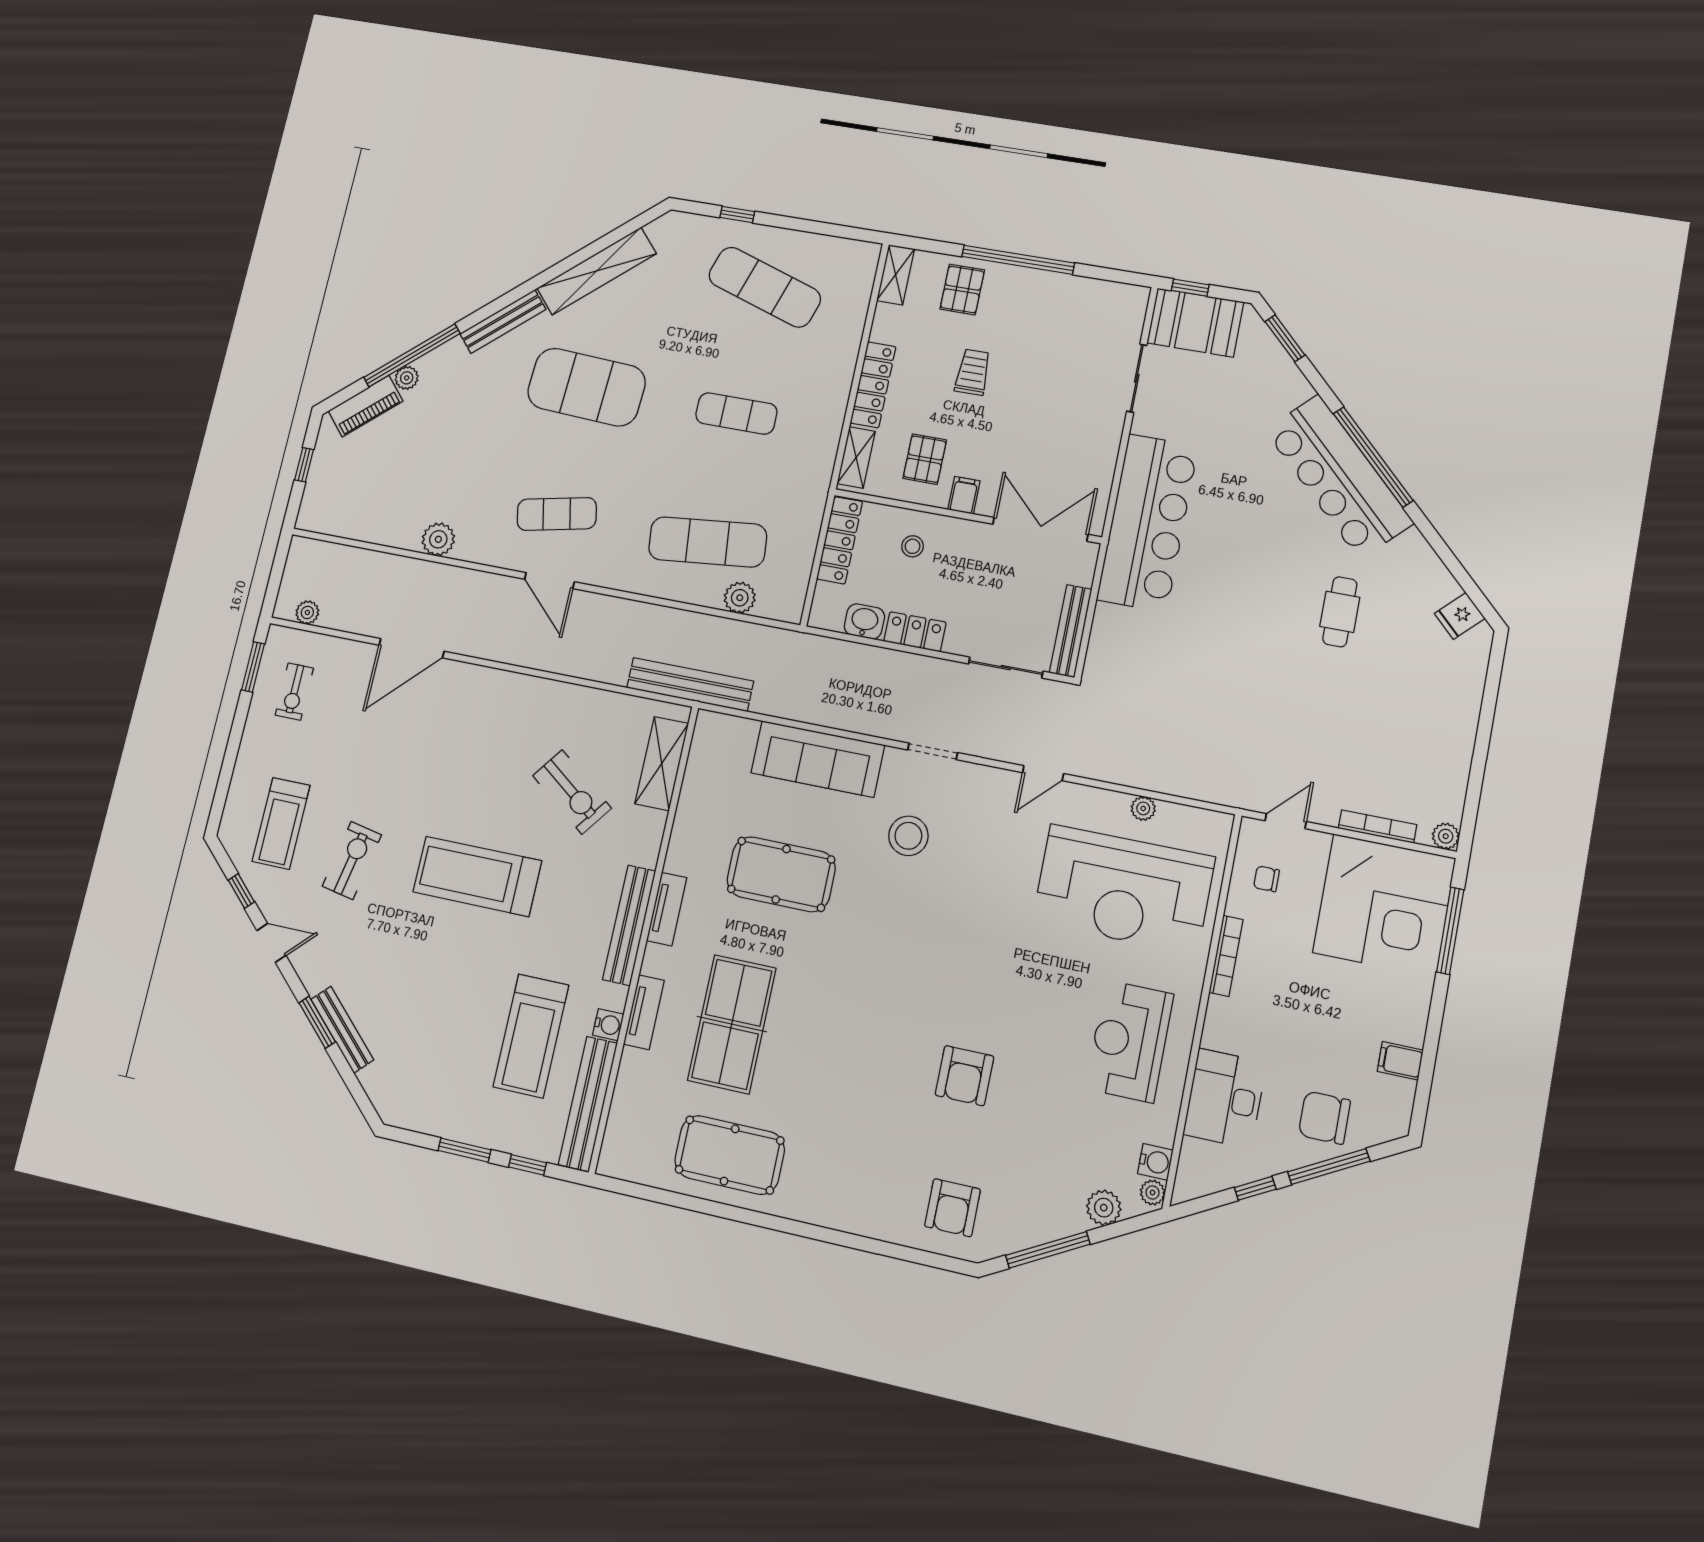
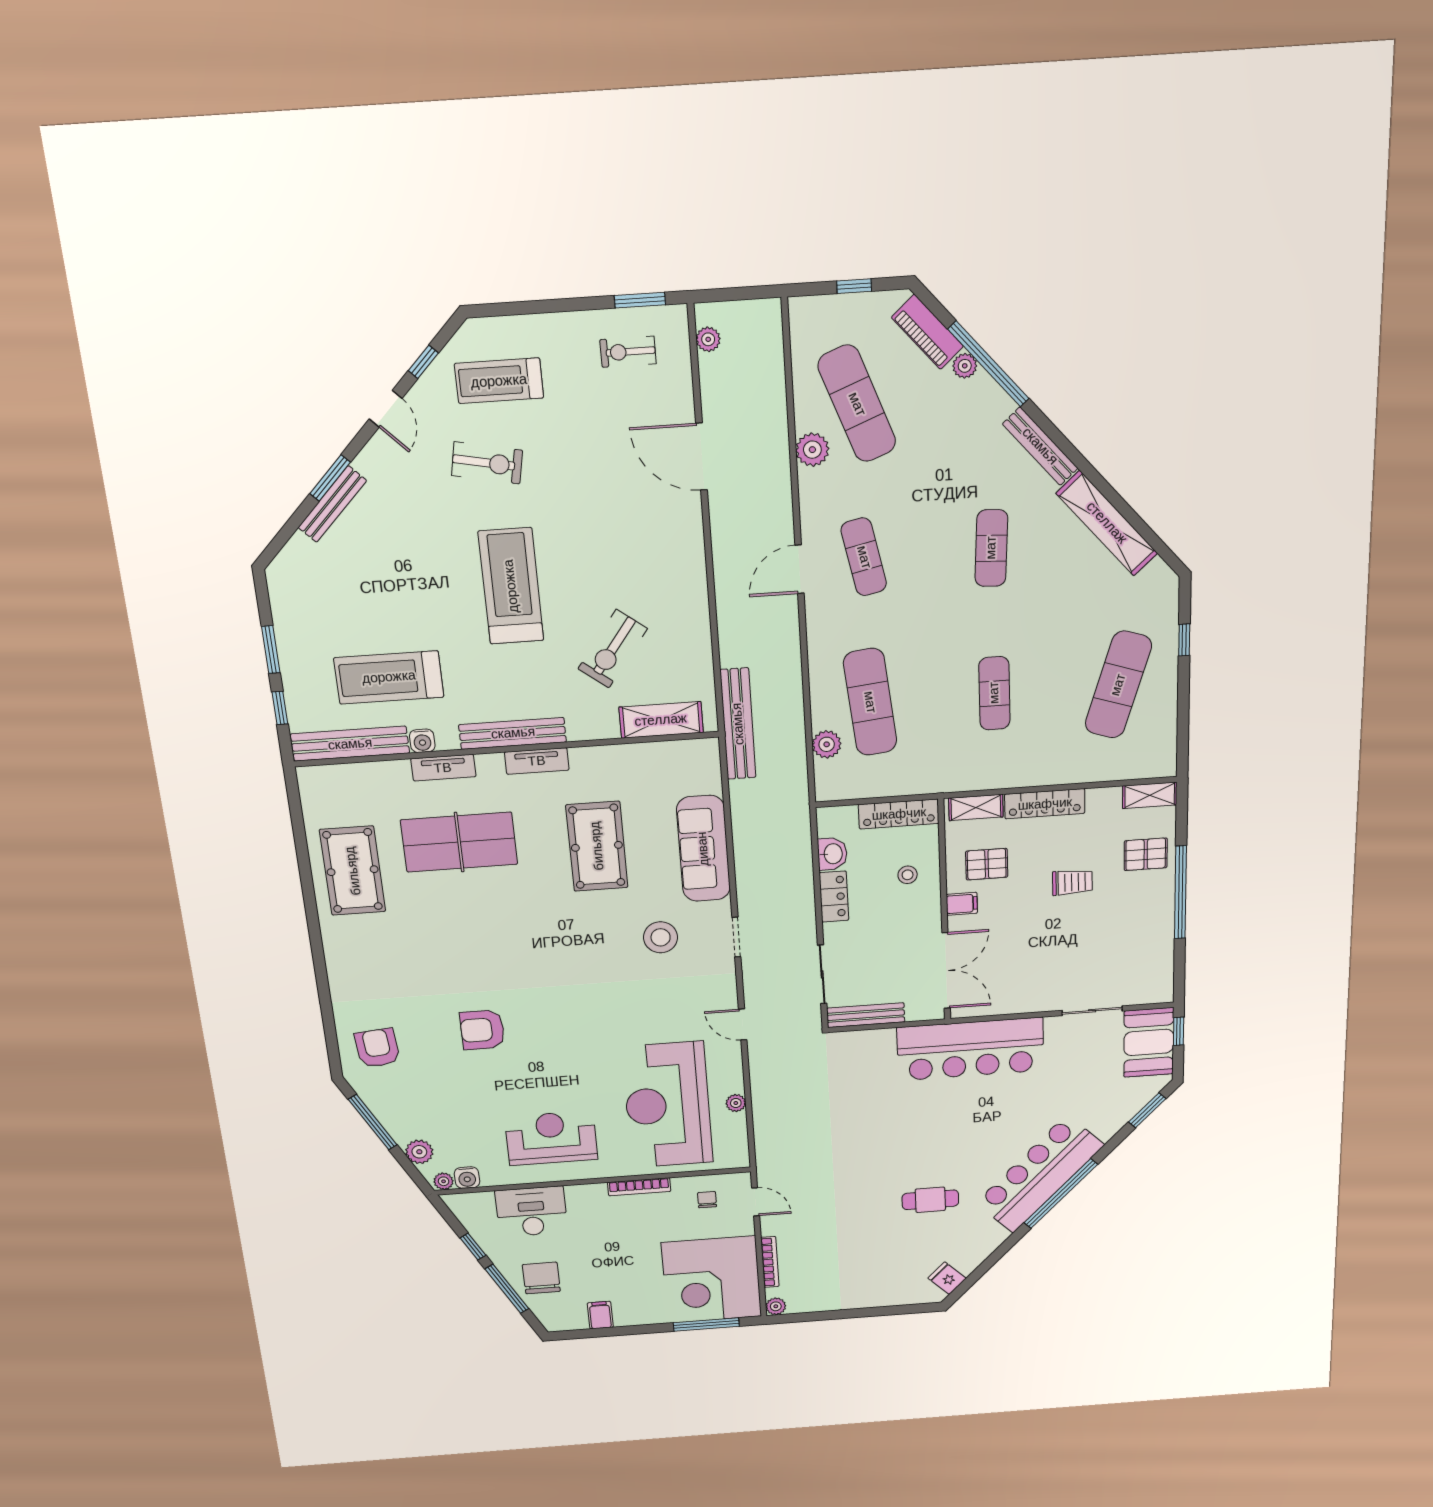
exercise mat: (586, 387) -> (991, 548), width x0.50, depth x0.69
exercise mat: (409, 487) -> (857, 404), added
armchair: (952, 1208) -> (377, 1048), turned 85

